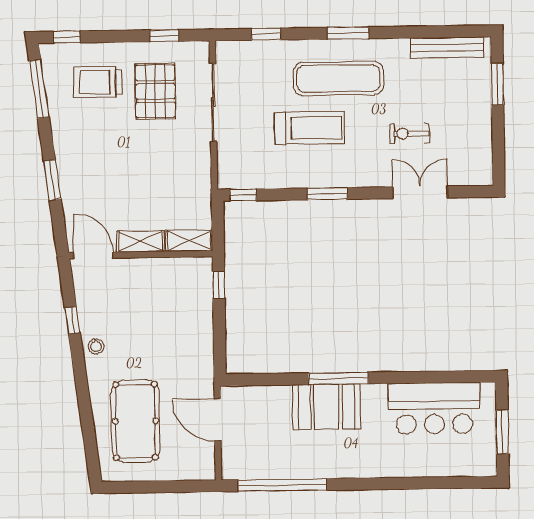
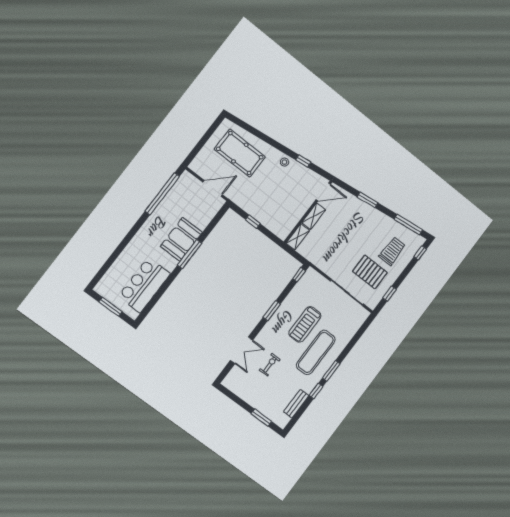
window: (266, 34) -> (316, 391), moved
bench: (447, 48) -> (296, 404), width x0.73
window: (219, 285) -> (253, 222), moved

